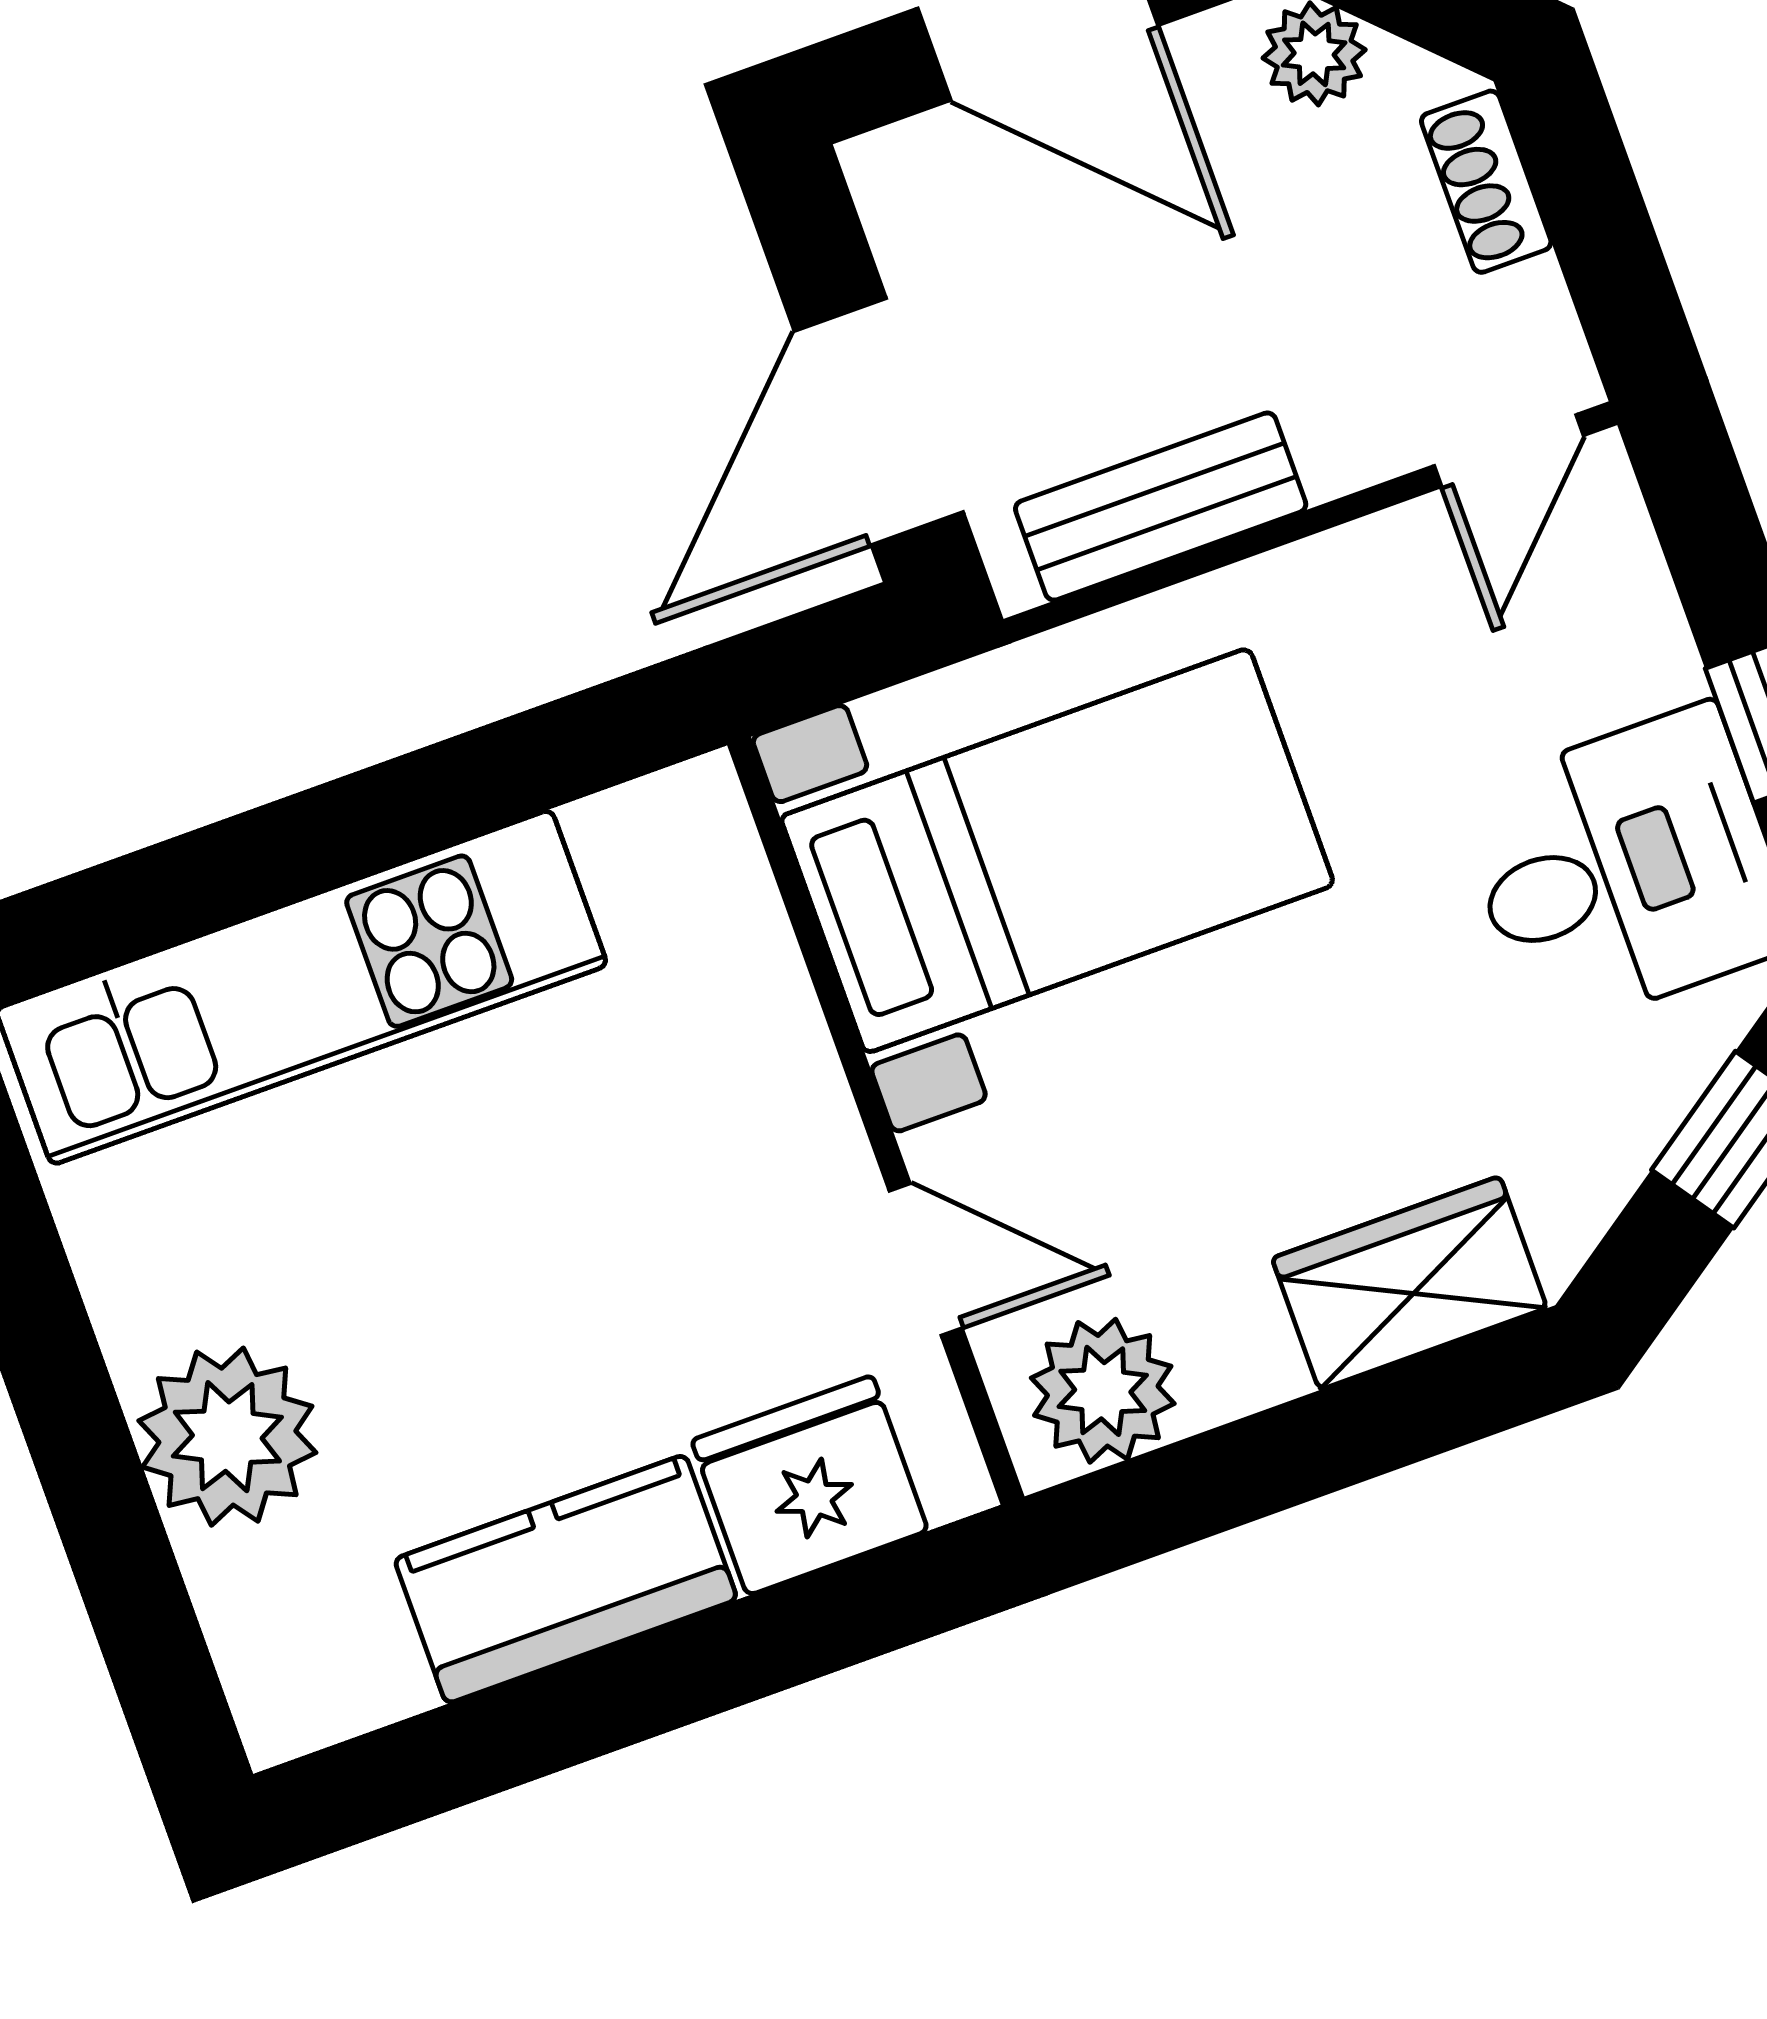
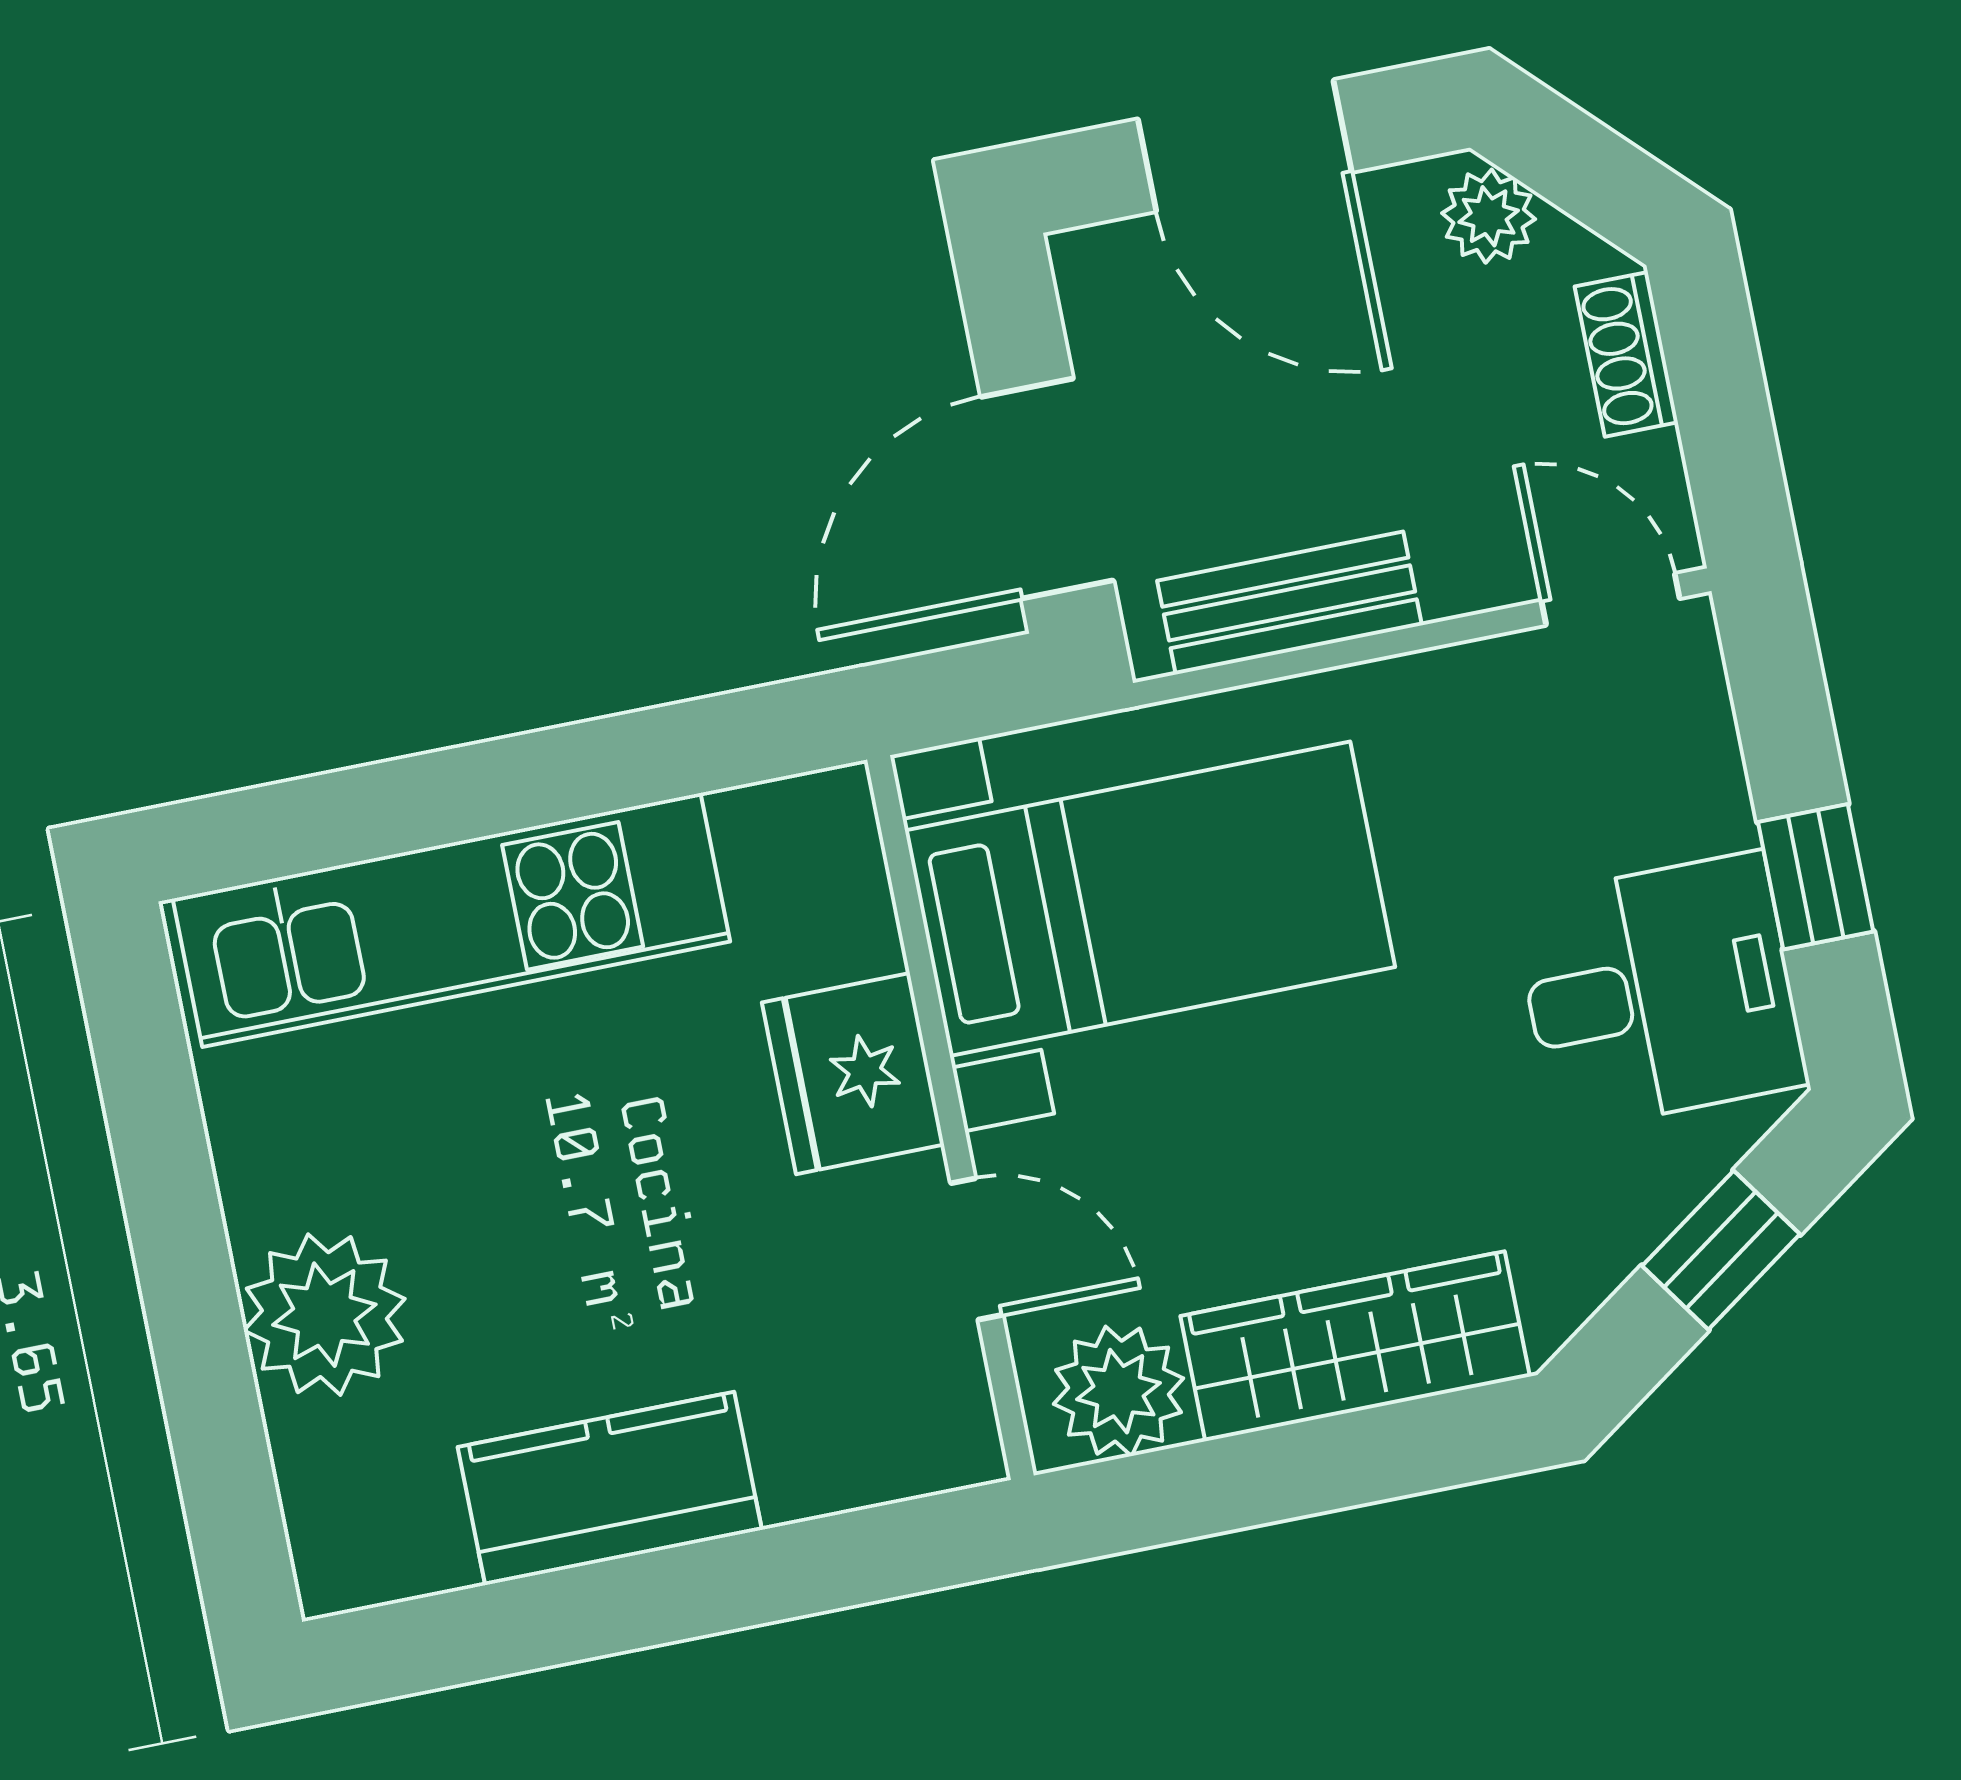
door: (1509, 451) -> (1610, 599), swing flipped
wardrobe: (1410, 1283) -> (1355, 1346), width x1.50
fridge: (810, 1485) -> (853, 1074), moved, turned -90

